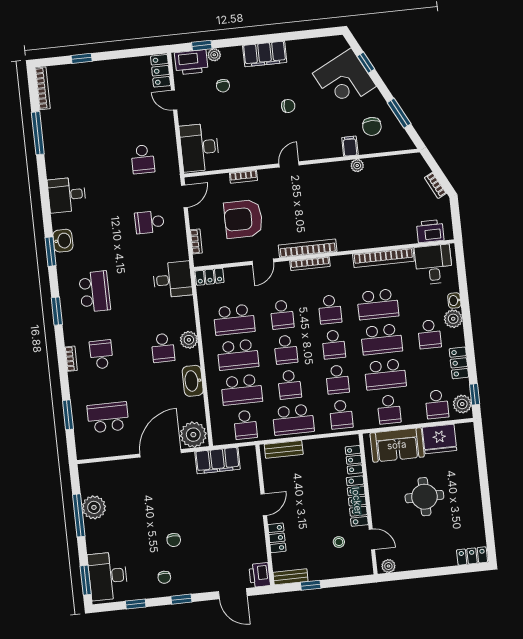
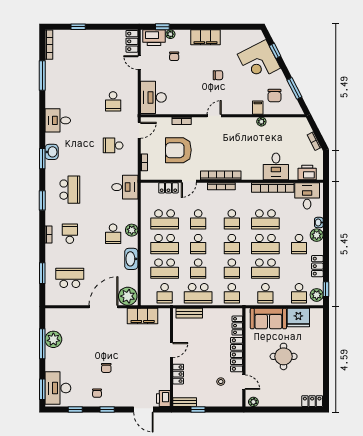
desk: (385, 227) -> (276, 166), added
locker: (210, 277) -> (168, 188), moved

